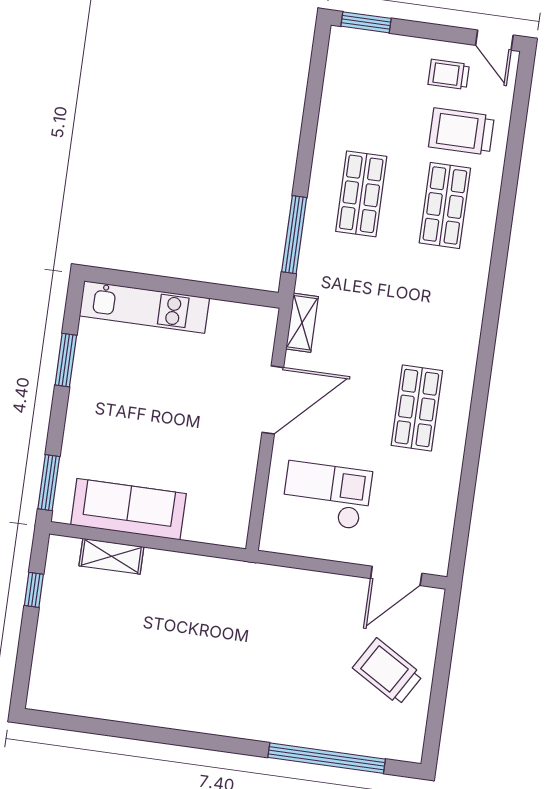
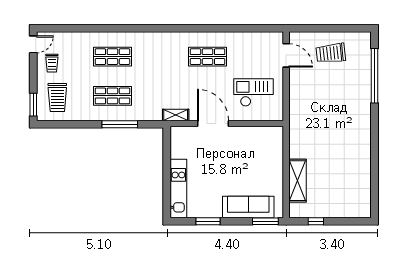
trolley: (461, 131) -> (57, 98), moved
window: (294, 235) -> (120, 124), moved
checkout: (327, 495) -> (253, 92), turned 90
sofa: (128, 509) -> (248, 207), moved, turned 90
shelving: (111, 556) -> (297, 181), width x1.50, depth x1.33
trolley: (388, 672) -> (331, 53), turned 53

